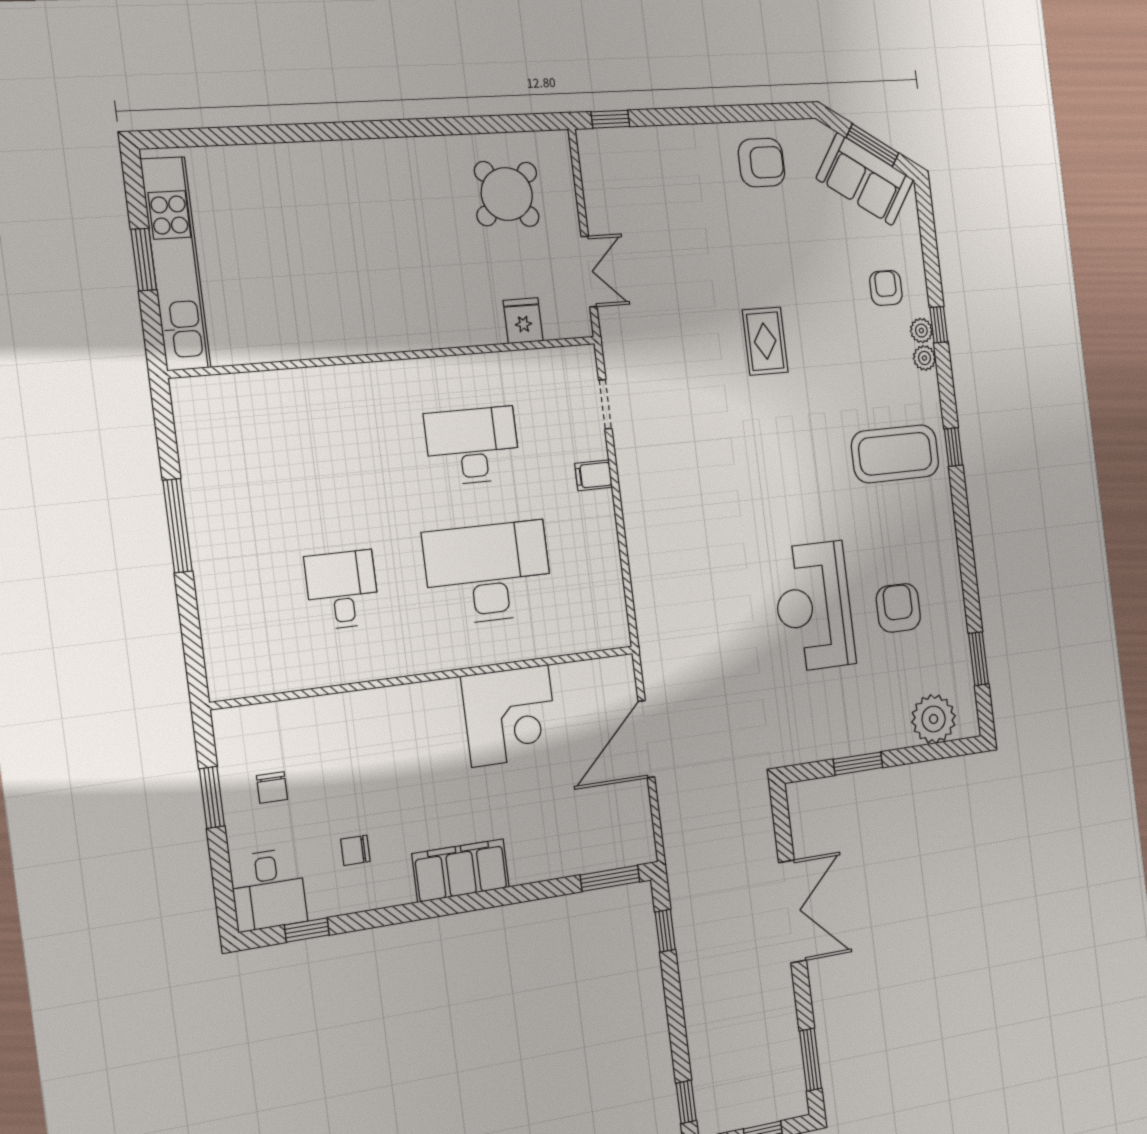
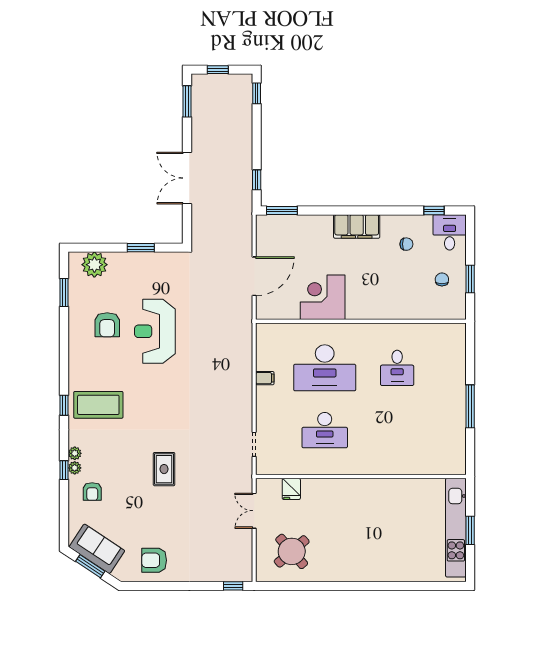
filing cabinet: (594, 475) -> (265, 378), moved
reception desk: (814, 606) -> (155, 331), turned 180

